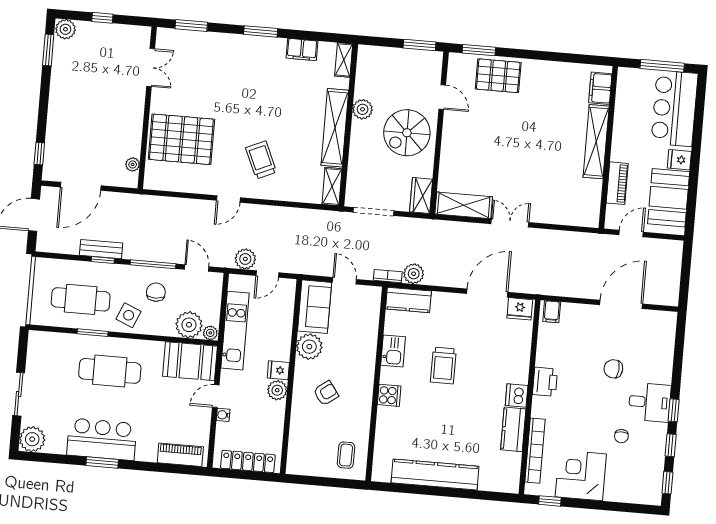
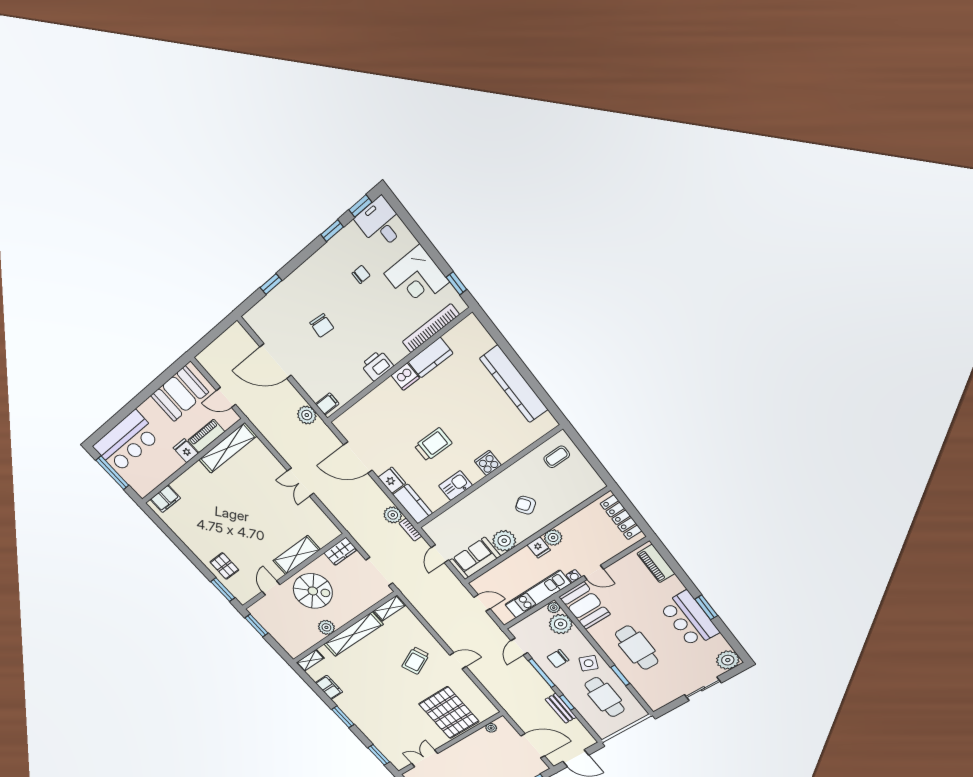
pallet: (498, 76) -> (224, 566), width x0.67, depth x0.71
shelving: (596, 142) -> (228, 448), moved
fridge: (679, 160) -> (186, 451), moved, turned 180
shelving: (464, 205) -> (297, 555), moved, turned 90
plant: (245, 259) -> (307, 415), moved
fridge: (520, 309) -> (392, 480), moved
desk: (650, 402) -> (380, 223), moved
window: (674, 410) -> (271, 284), moved
water cooler: (223, 415) -> (574, 576), moved

